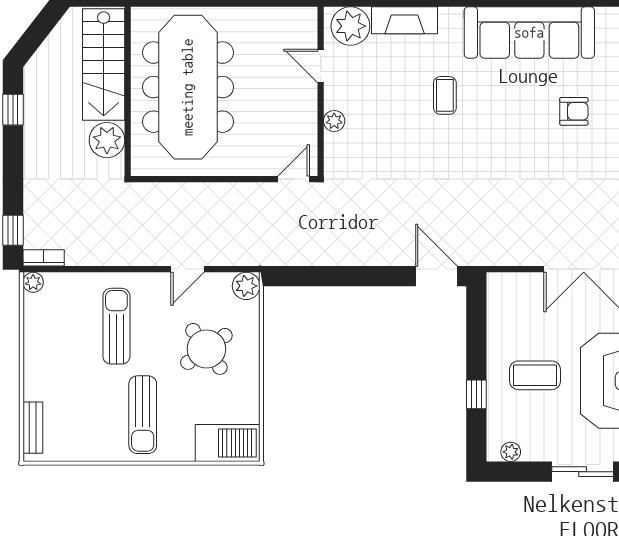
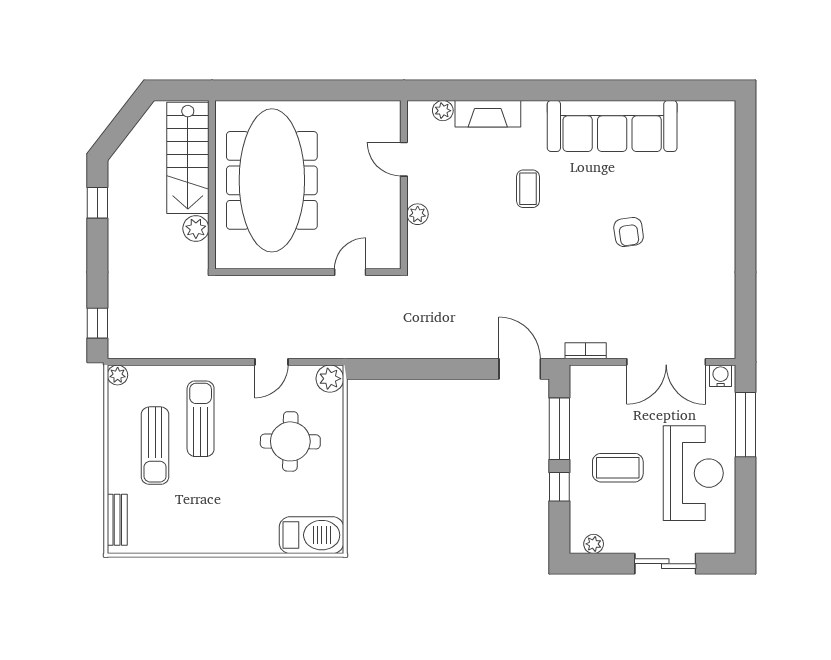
plant: (350, 26) -> (443, 111), width x0.53, depth x0.53
armchair: (574, 111) -> (629, 232), moved, turned 82
plant: (107, 140) -> (196, 228), width x0.73, depth x0.73
door: (294, 179) -> (350, 272), moved
bookcase: (44, 258) -> (586, 351), moved
window: (476, 336) -> (559, 429), added
round table: (206, 349) -> (290, 441), turned 37
sun lounger: (143, 415) -> (155, 446), moved

